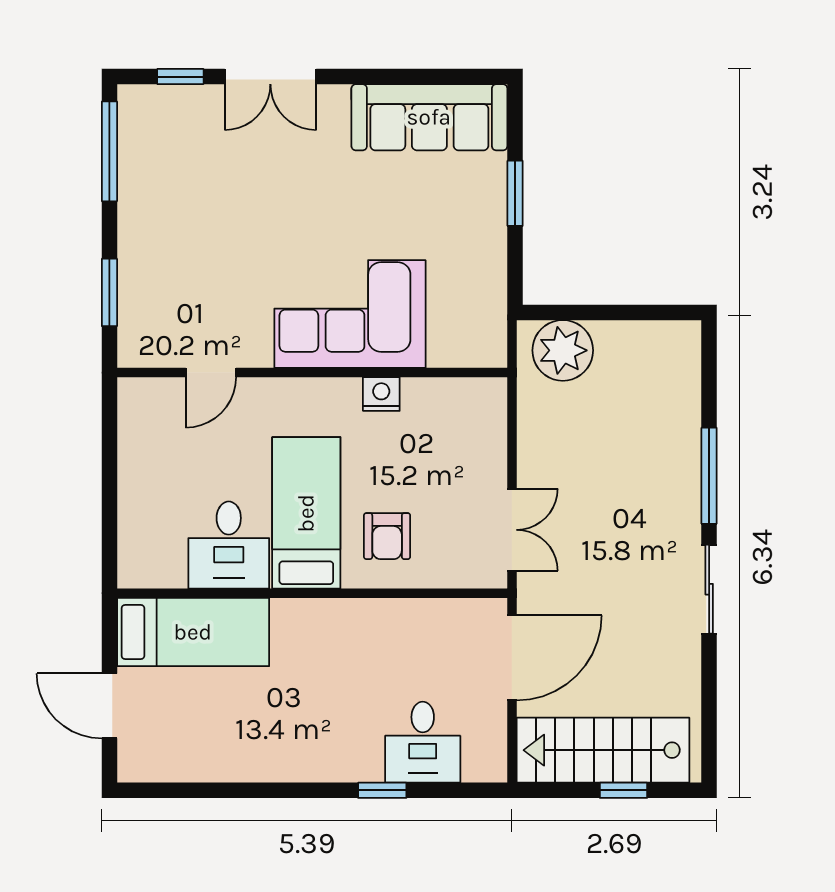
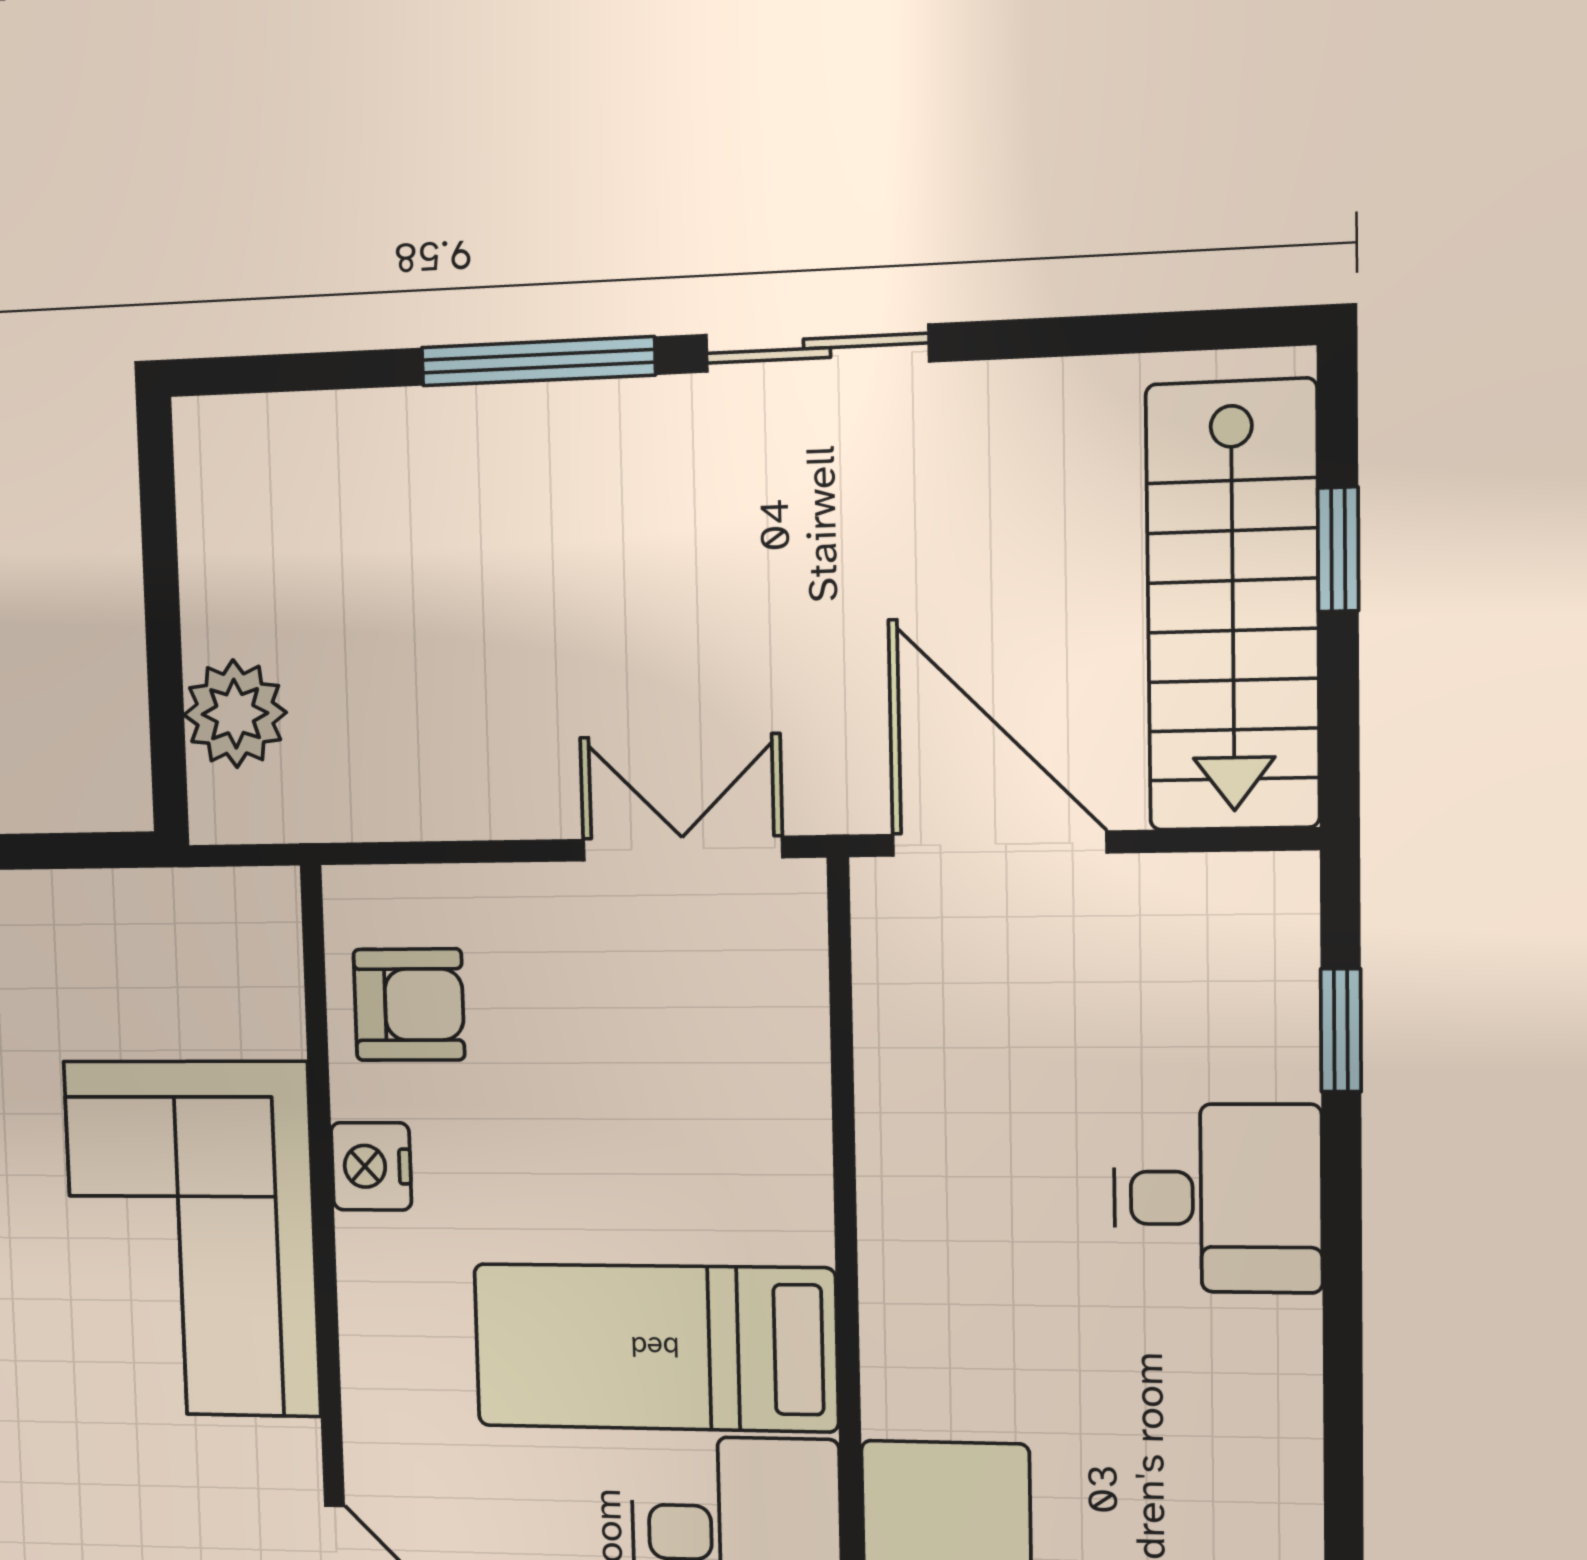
plant: (563, 350) -> (235, 714), width x0.73, depth x0.73
armchair: (387, 536) -> (409, 1005), moved
desk: (423, 742) -> (1218, 1198), moved
window: (382, 790) -> (1341, 1030), moved

